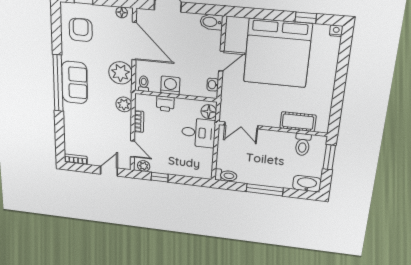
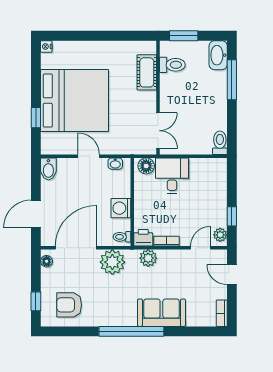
window: (306, 18) -> (36, 118), moved
sofa: (75, 83) -> (161, 313), moved
printer: (165, 104) -> (143, 238), moved, turned -90
window: (265, 190) -> (232, 80), moved

